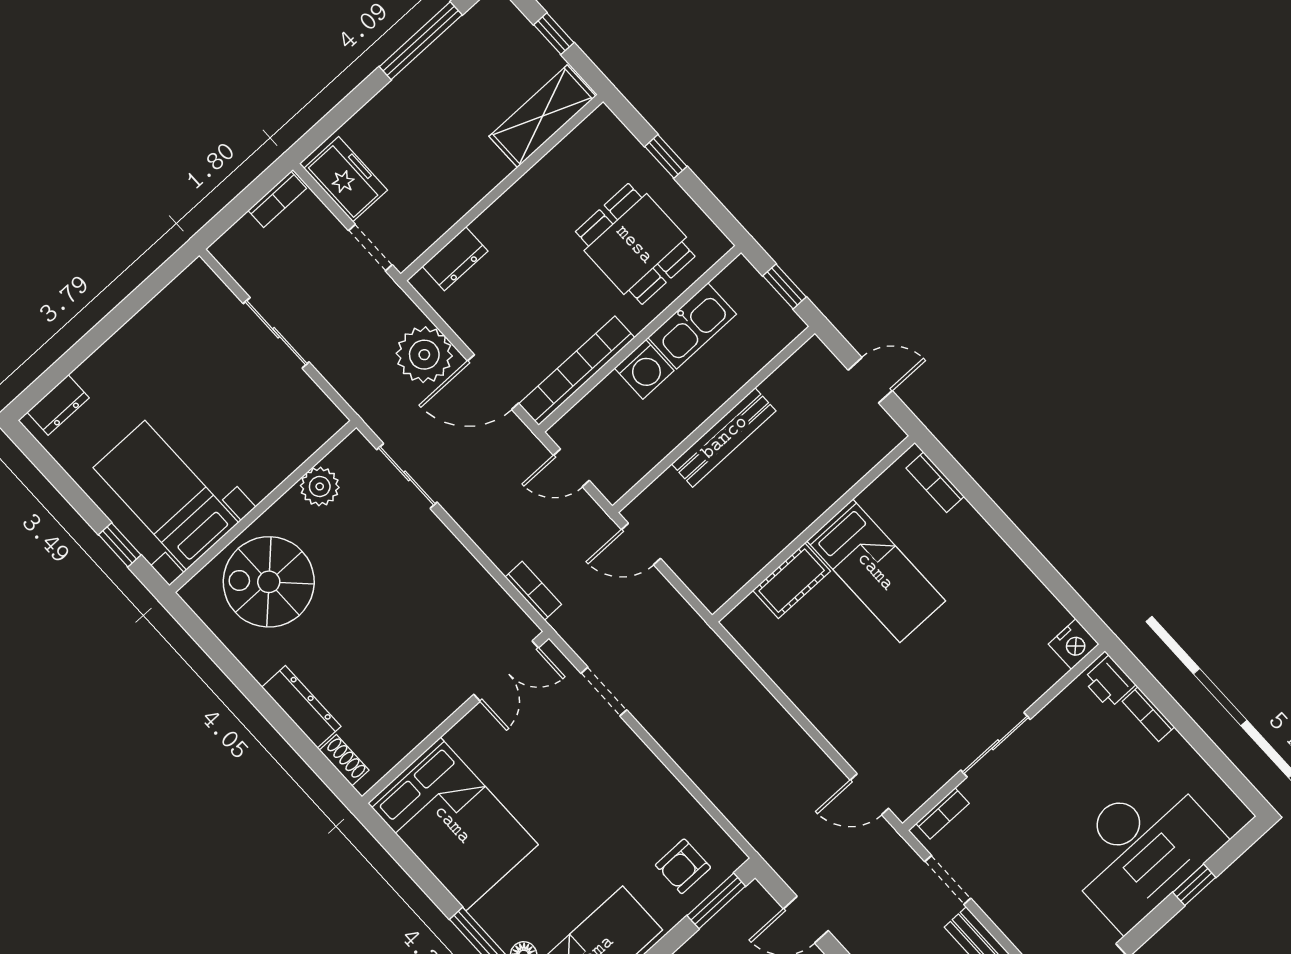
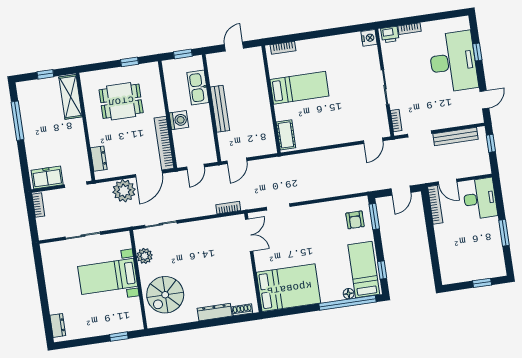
window: (666, 156) -> (129, 62), moved
dining table: (635, 244) -> (121, 101), moved
kitchen sink: (692, 326) -> (198, 87), moved, turned 180
bed with nightstands: (166, 495) -> (108, 276), moved
cot: (792, 581) -> (286, 135), moved

